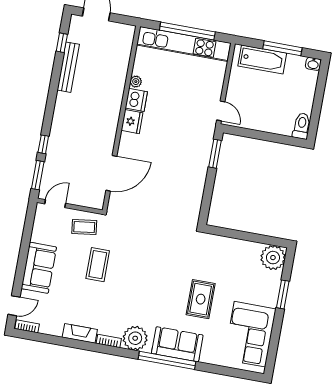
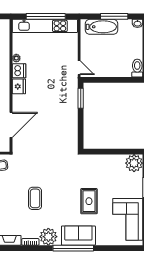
coffee table: (98, 265) -> (35, 198), moved

